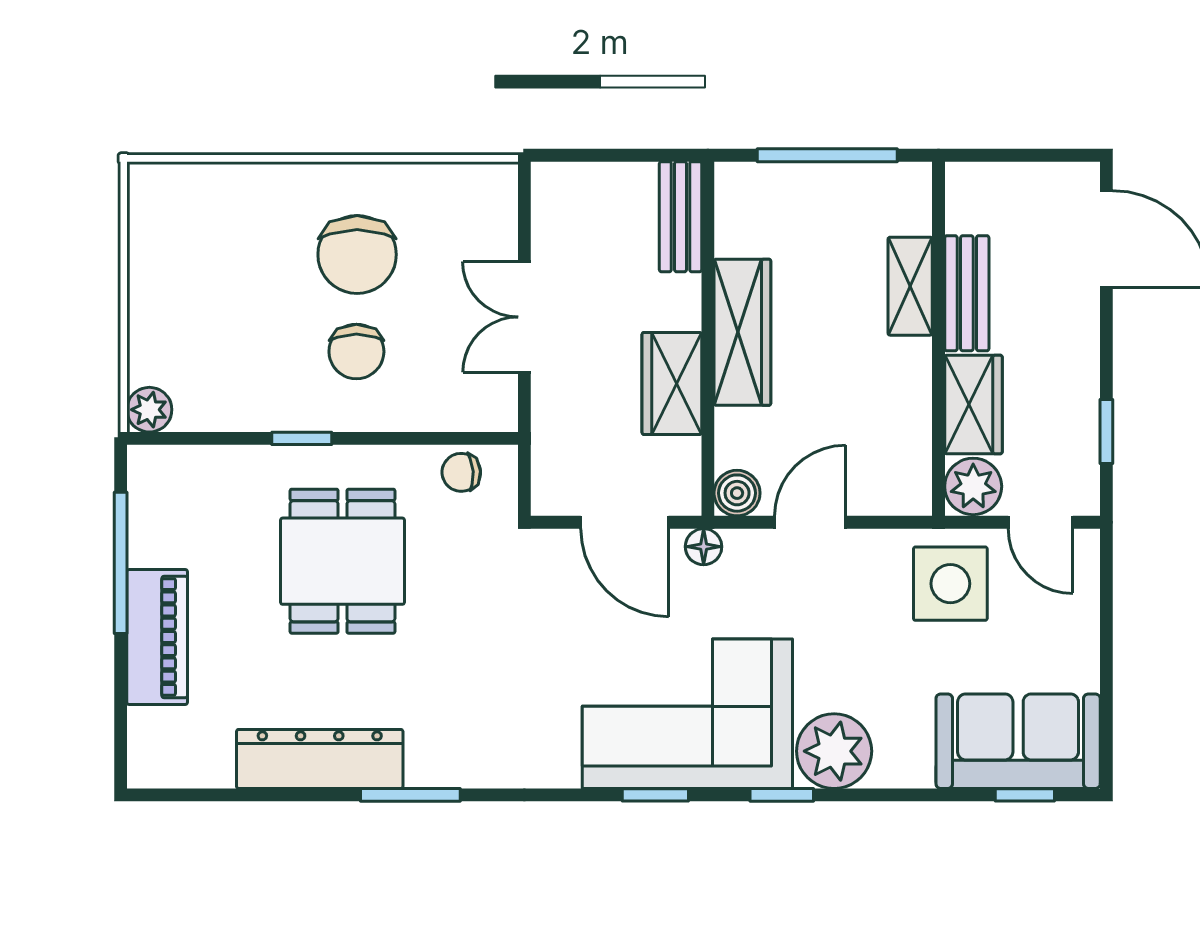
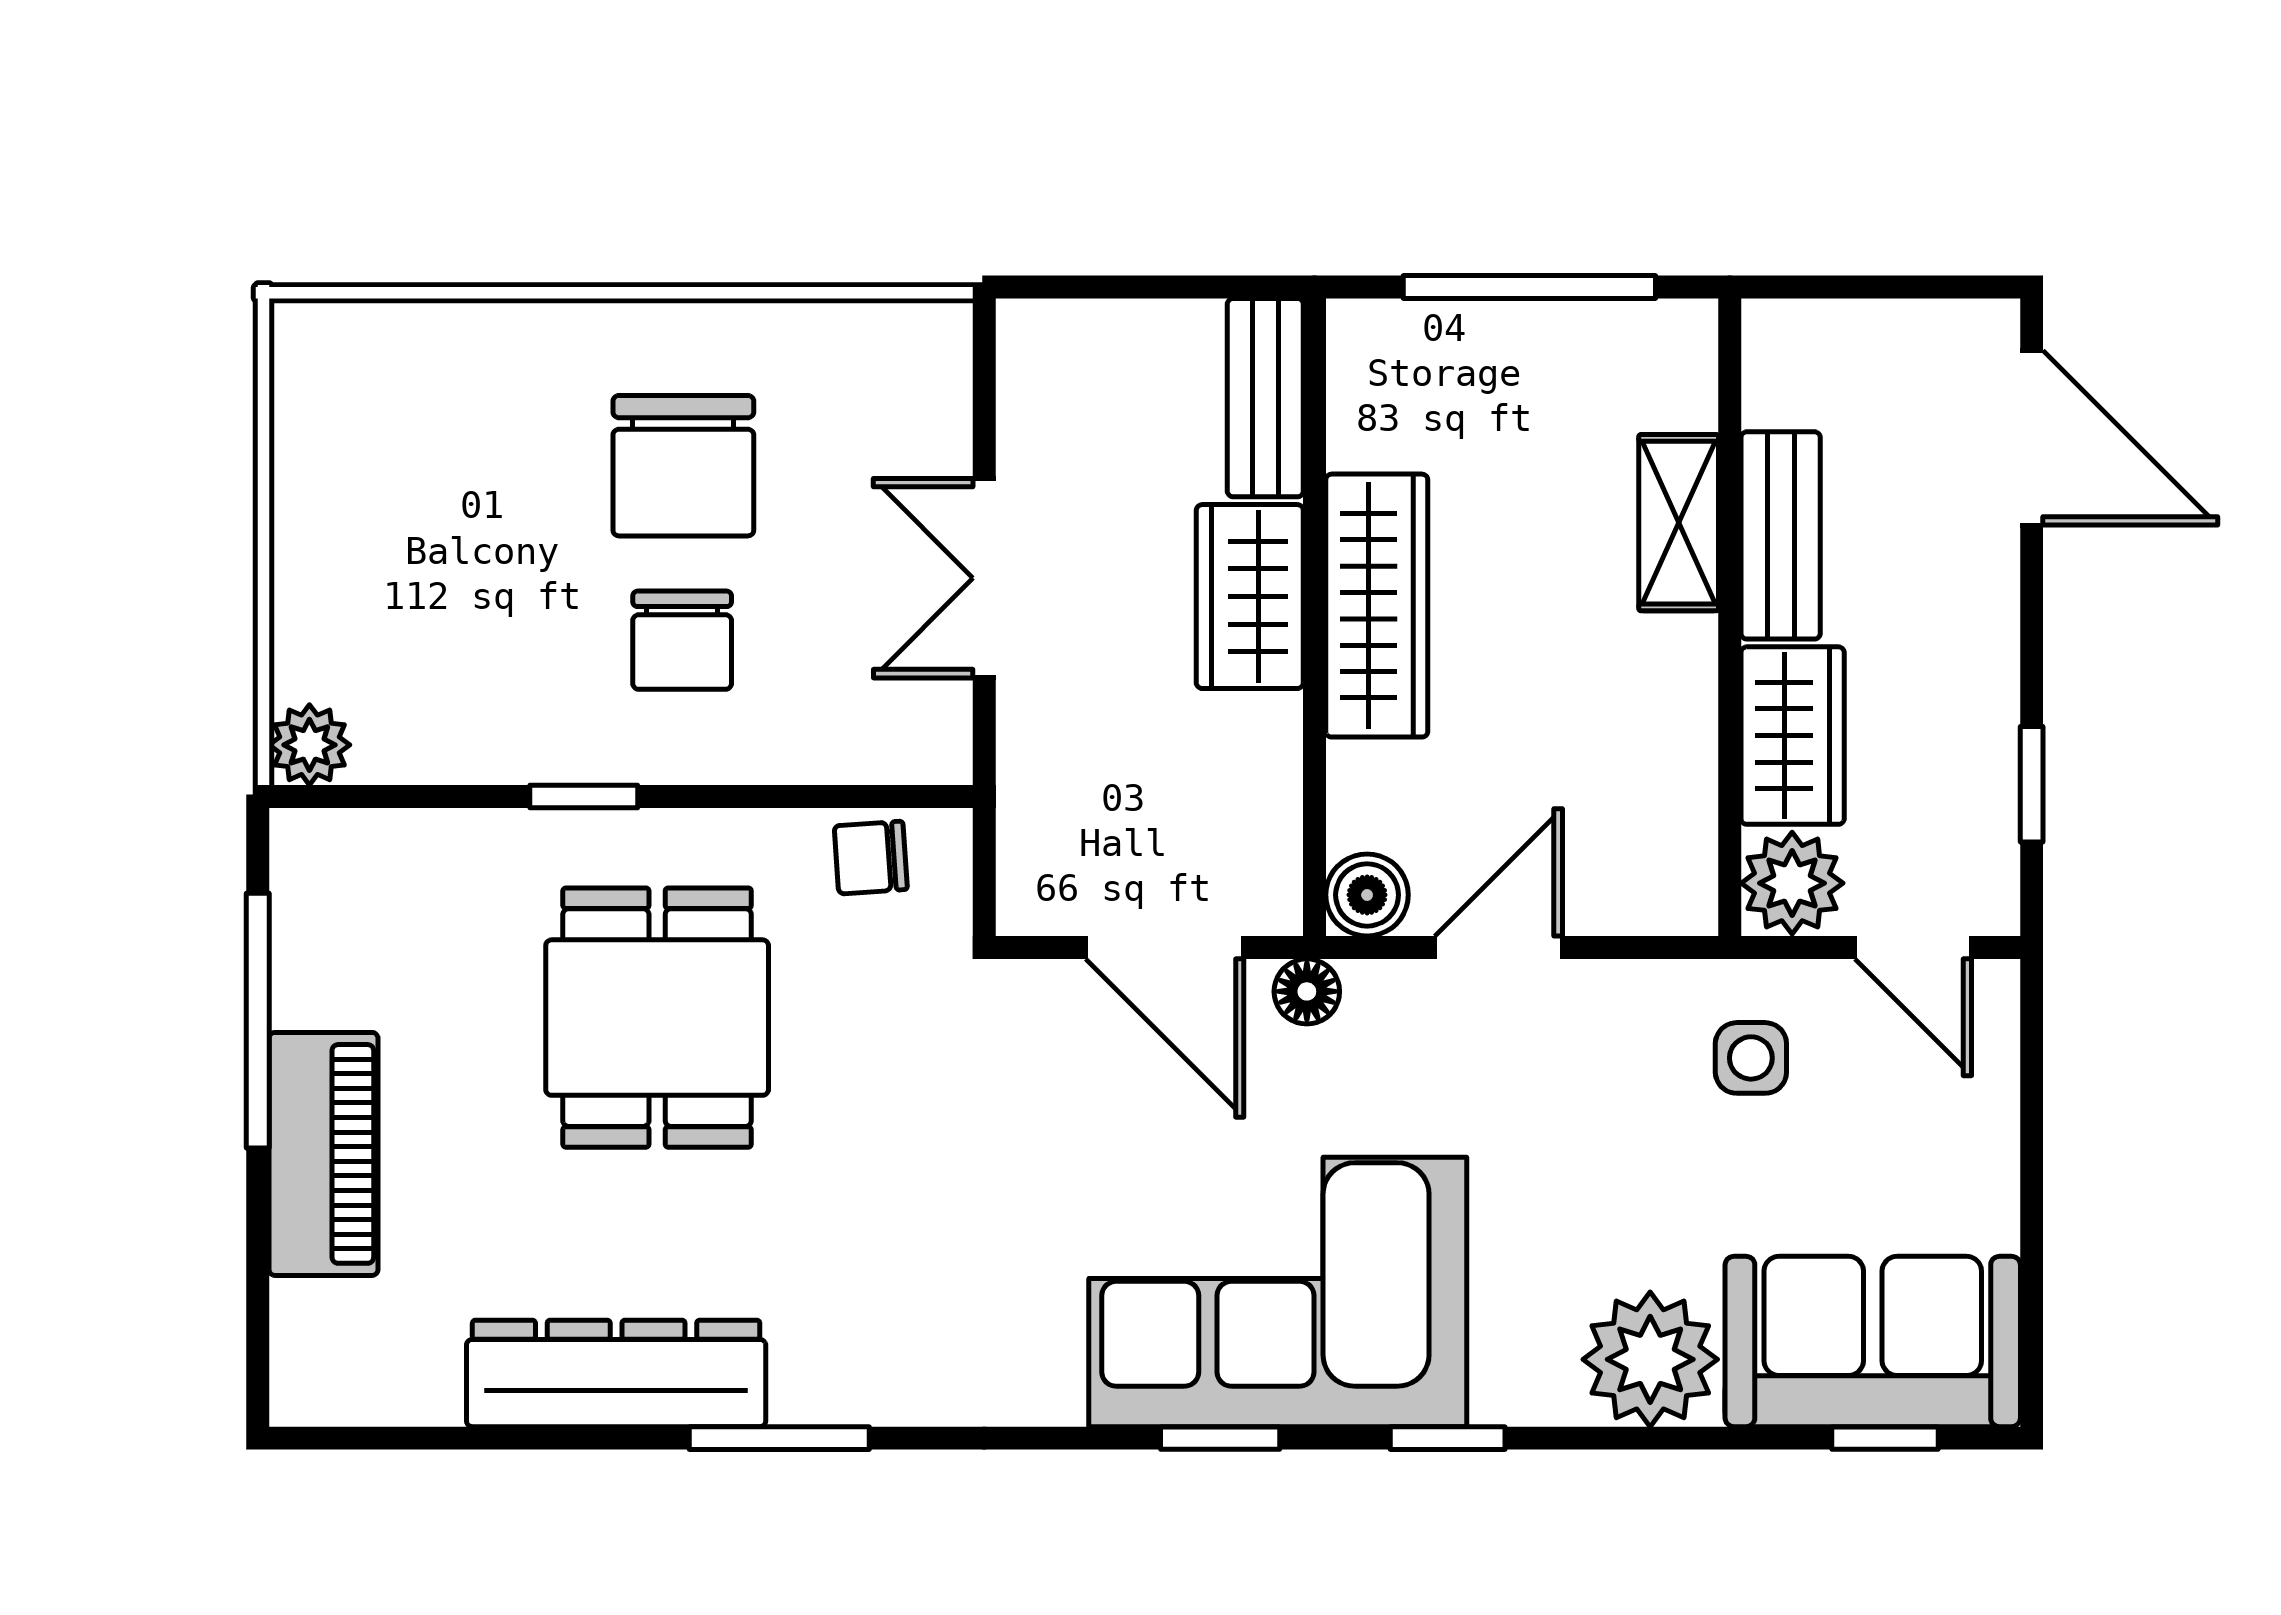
wardrobe: (672, 383) -> (1250, 597), moved
side table: (950, 584) -> (1751, 1058), width x0.54, depth x0.54
plant: (834, 751) -> (1650, 1359), moved

